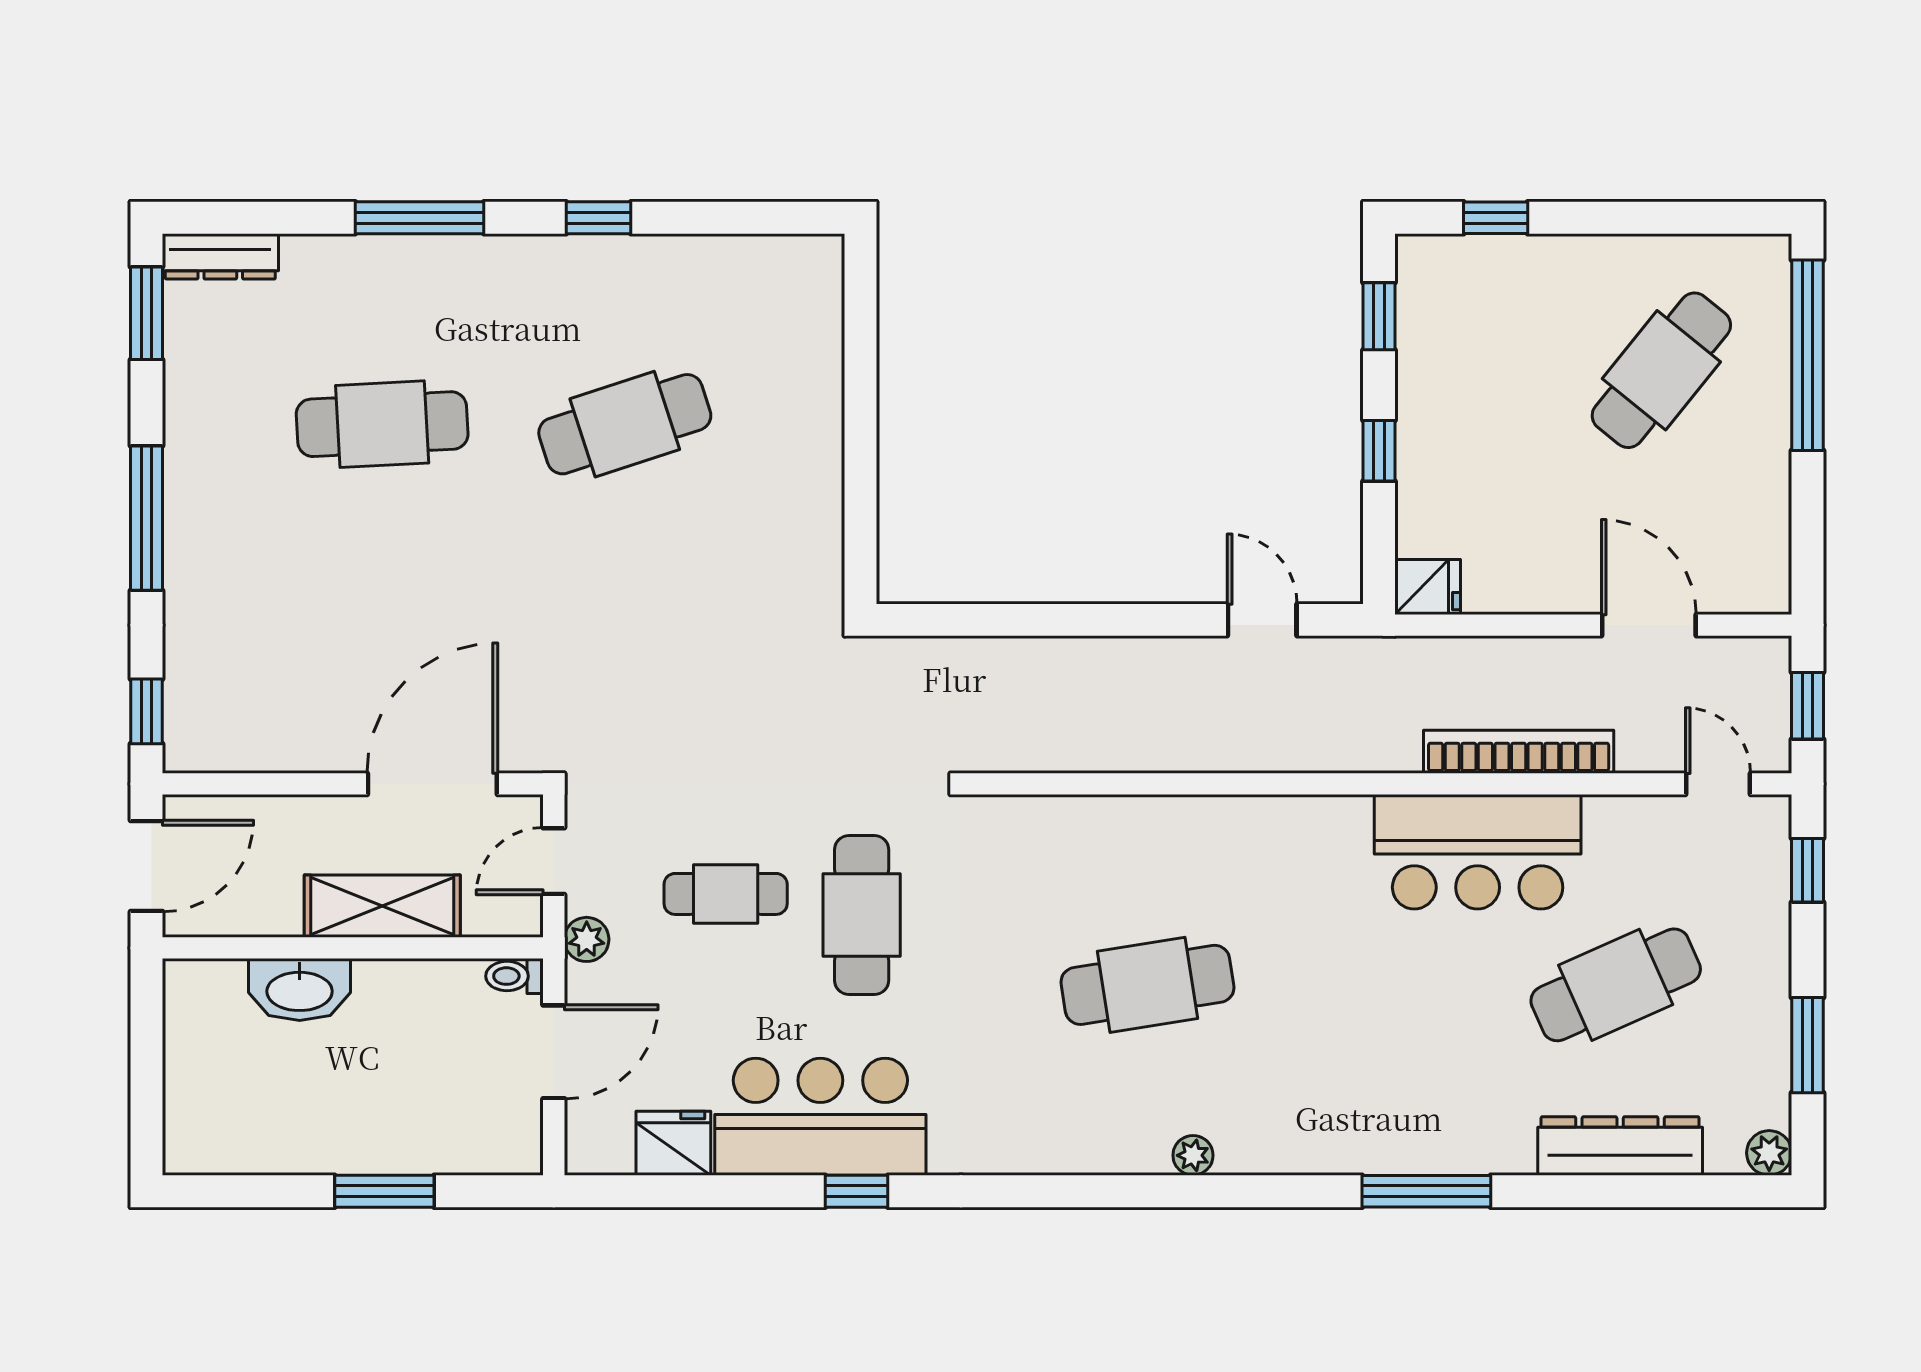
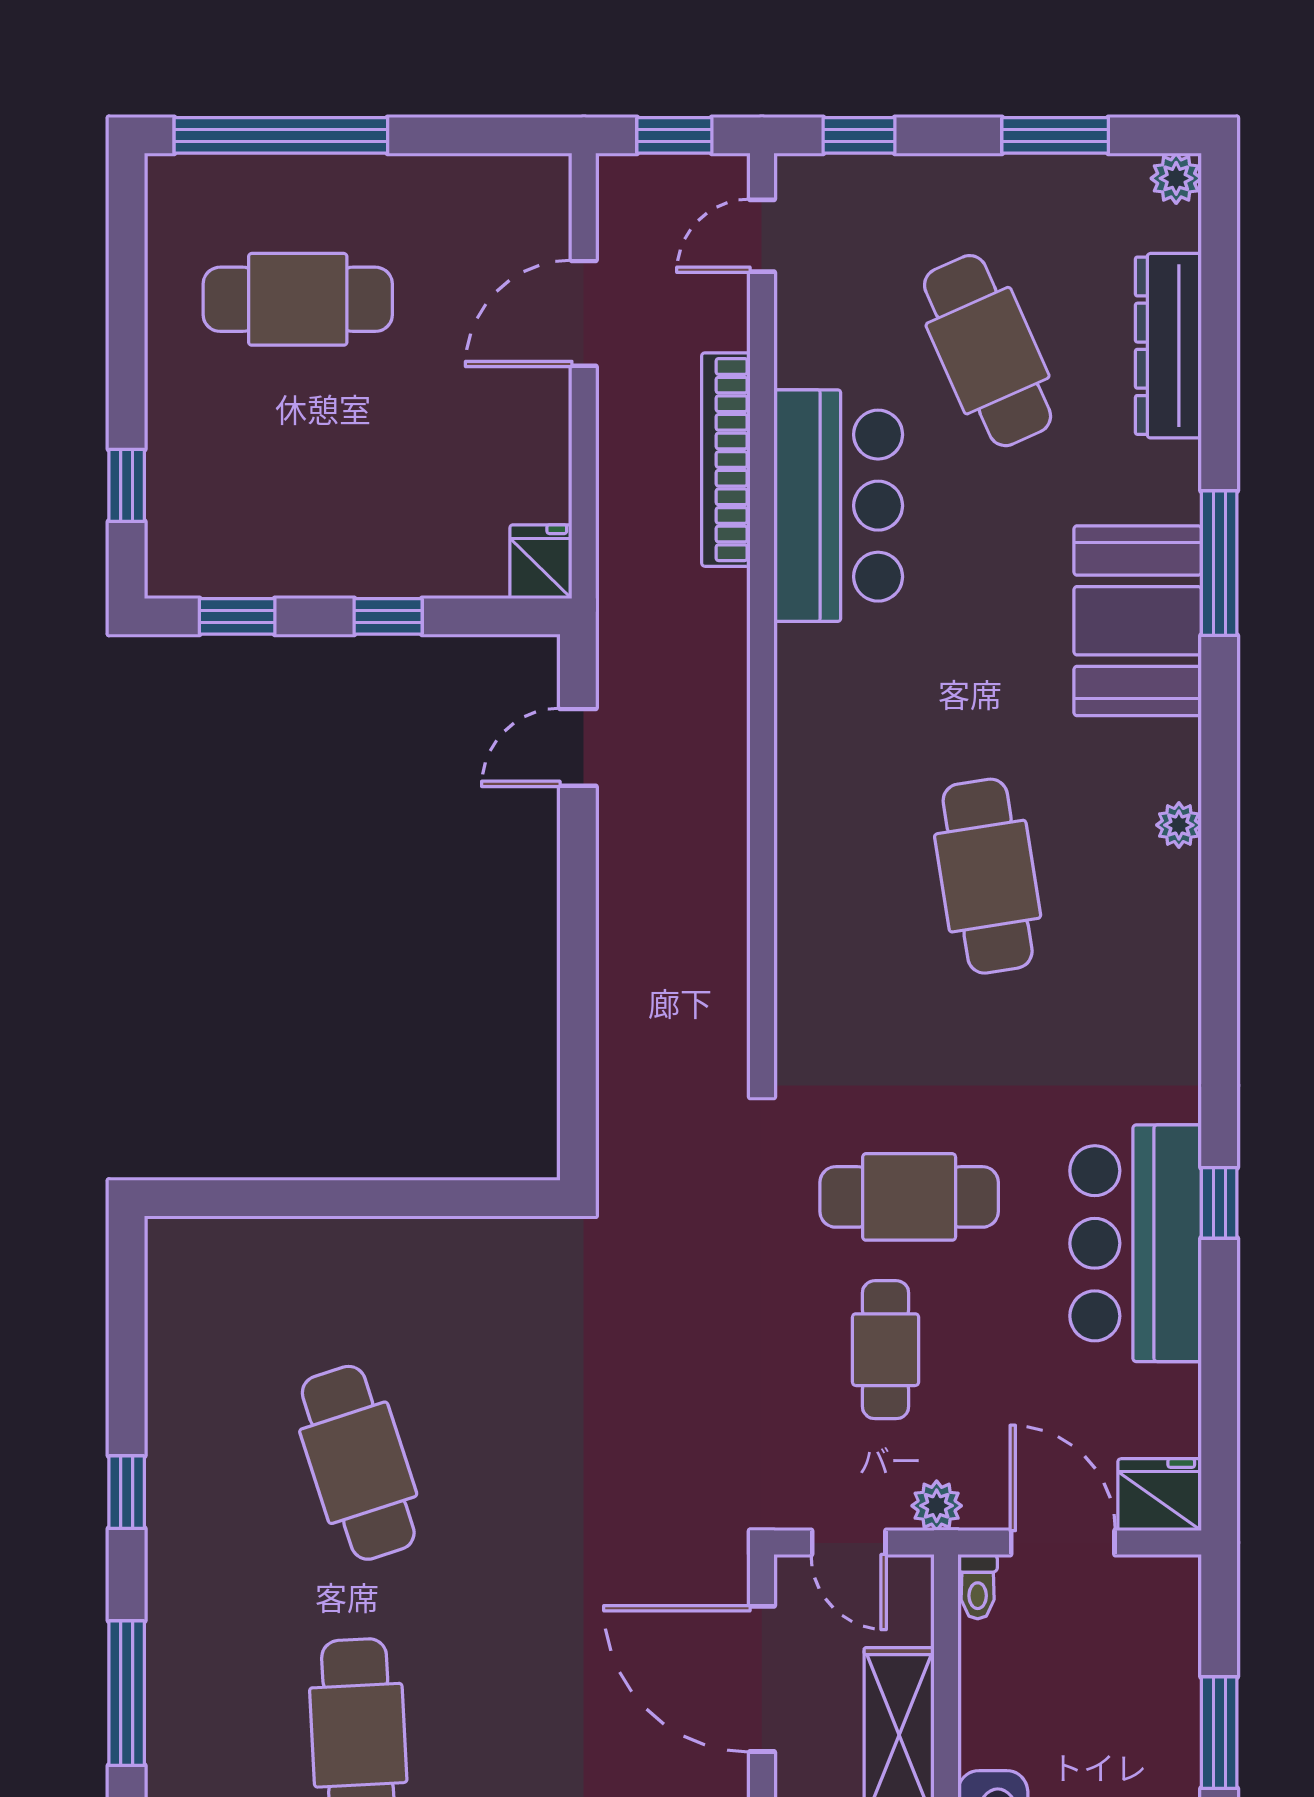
cafe table: (1661, 370) -> (298, 299), turned -39
booth: (1375, 1119) -> (1138, 621), added
fridge: (673, 1143) -> (1160, 1495), moved, turned 90

